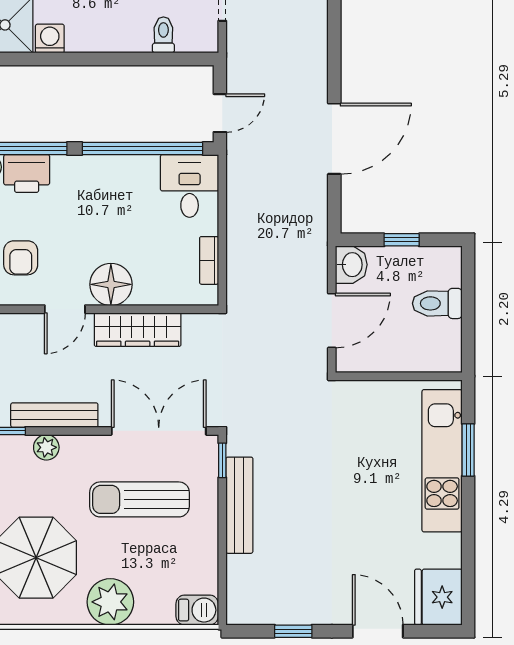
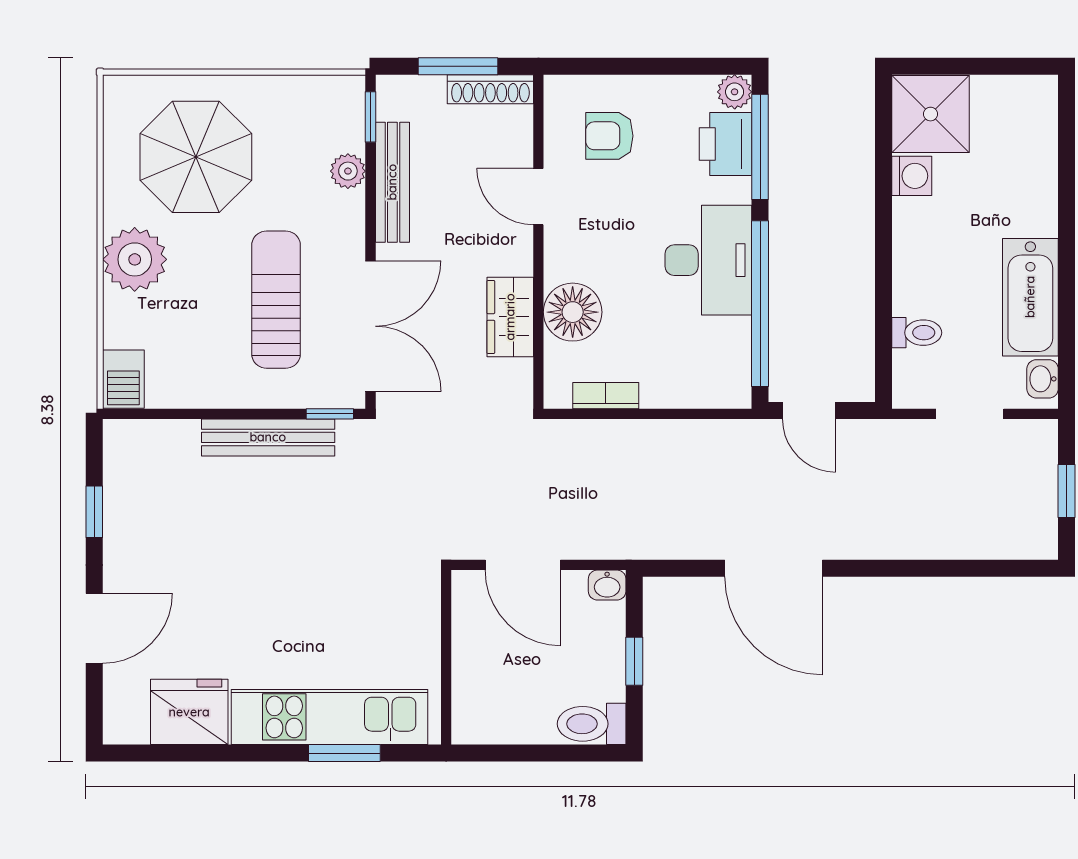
desk: (190, 186) -> (708, 260), moved, width x1.37
washbasin: (351, 265) -> (607, 585), width x0.72, depth x0.69
floor lamp: (111, 284) -> (573, 312), moved
toilet: (437, 303) -> (592, 724), moved, turned -90
wardrobe: (138, 330) -> (510, 317), width x0.67
fridge: (438, 597) -> (189, 712), moved

